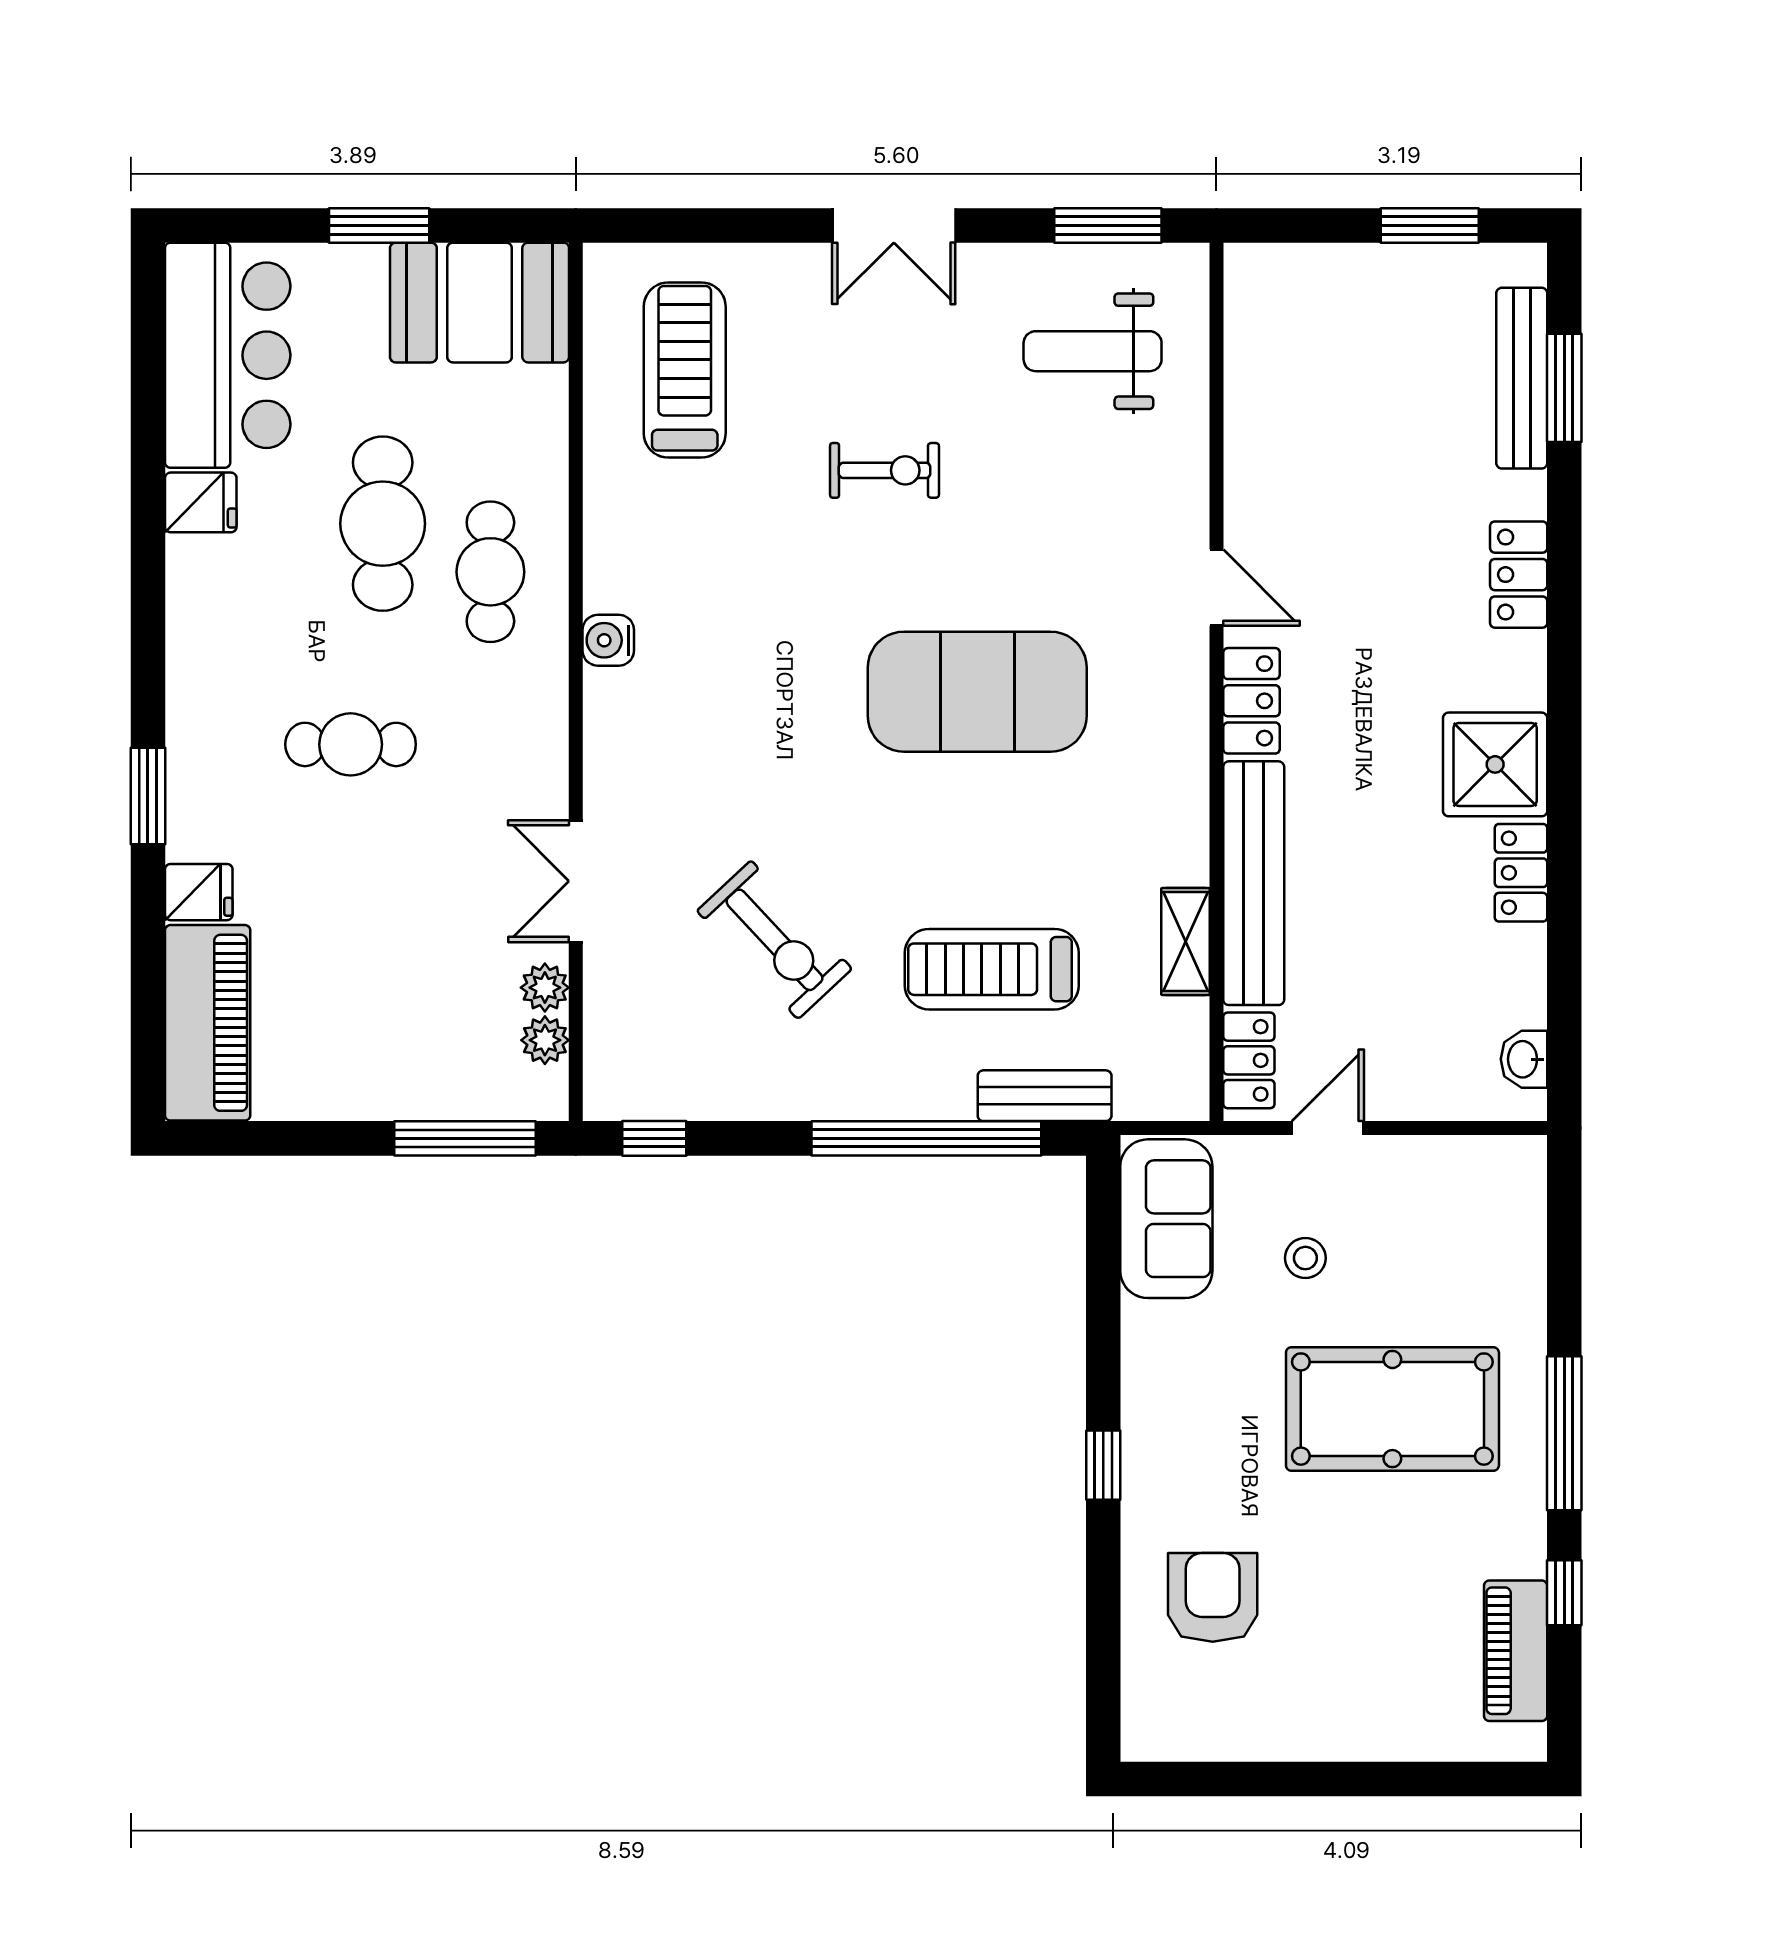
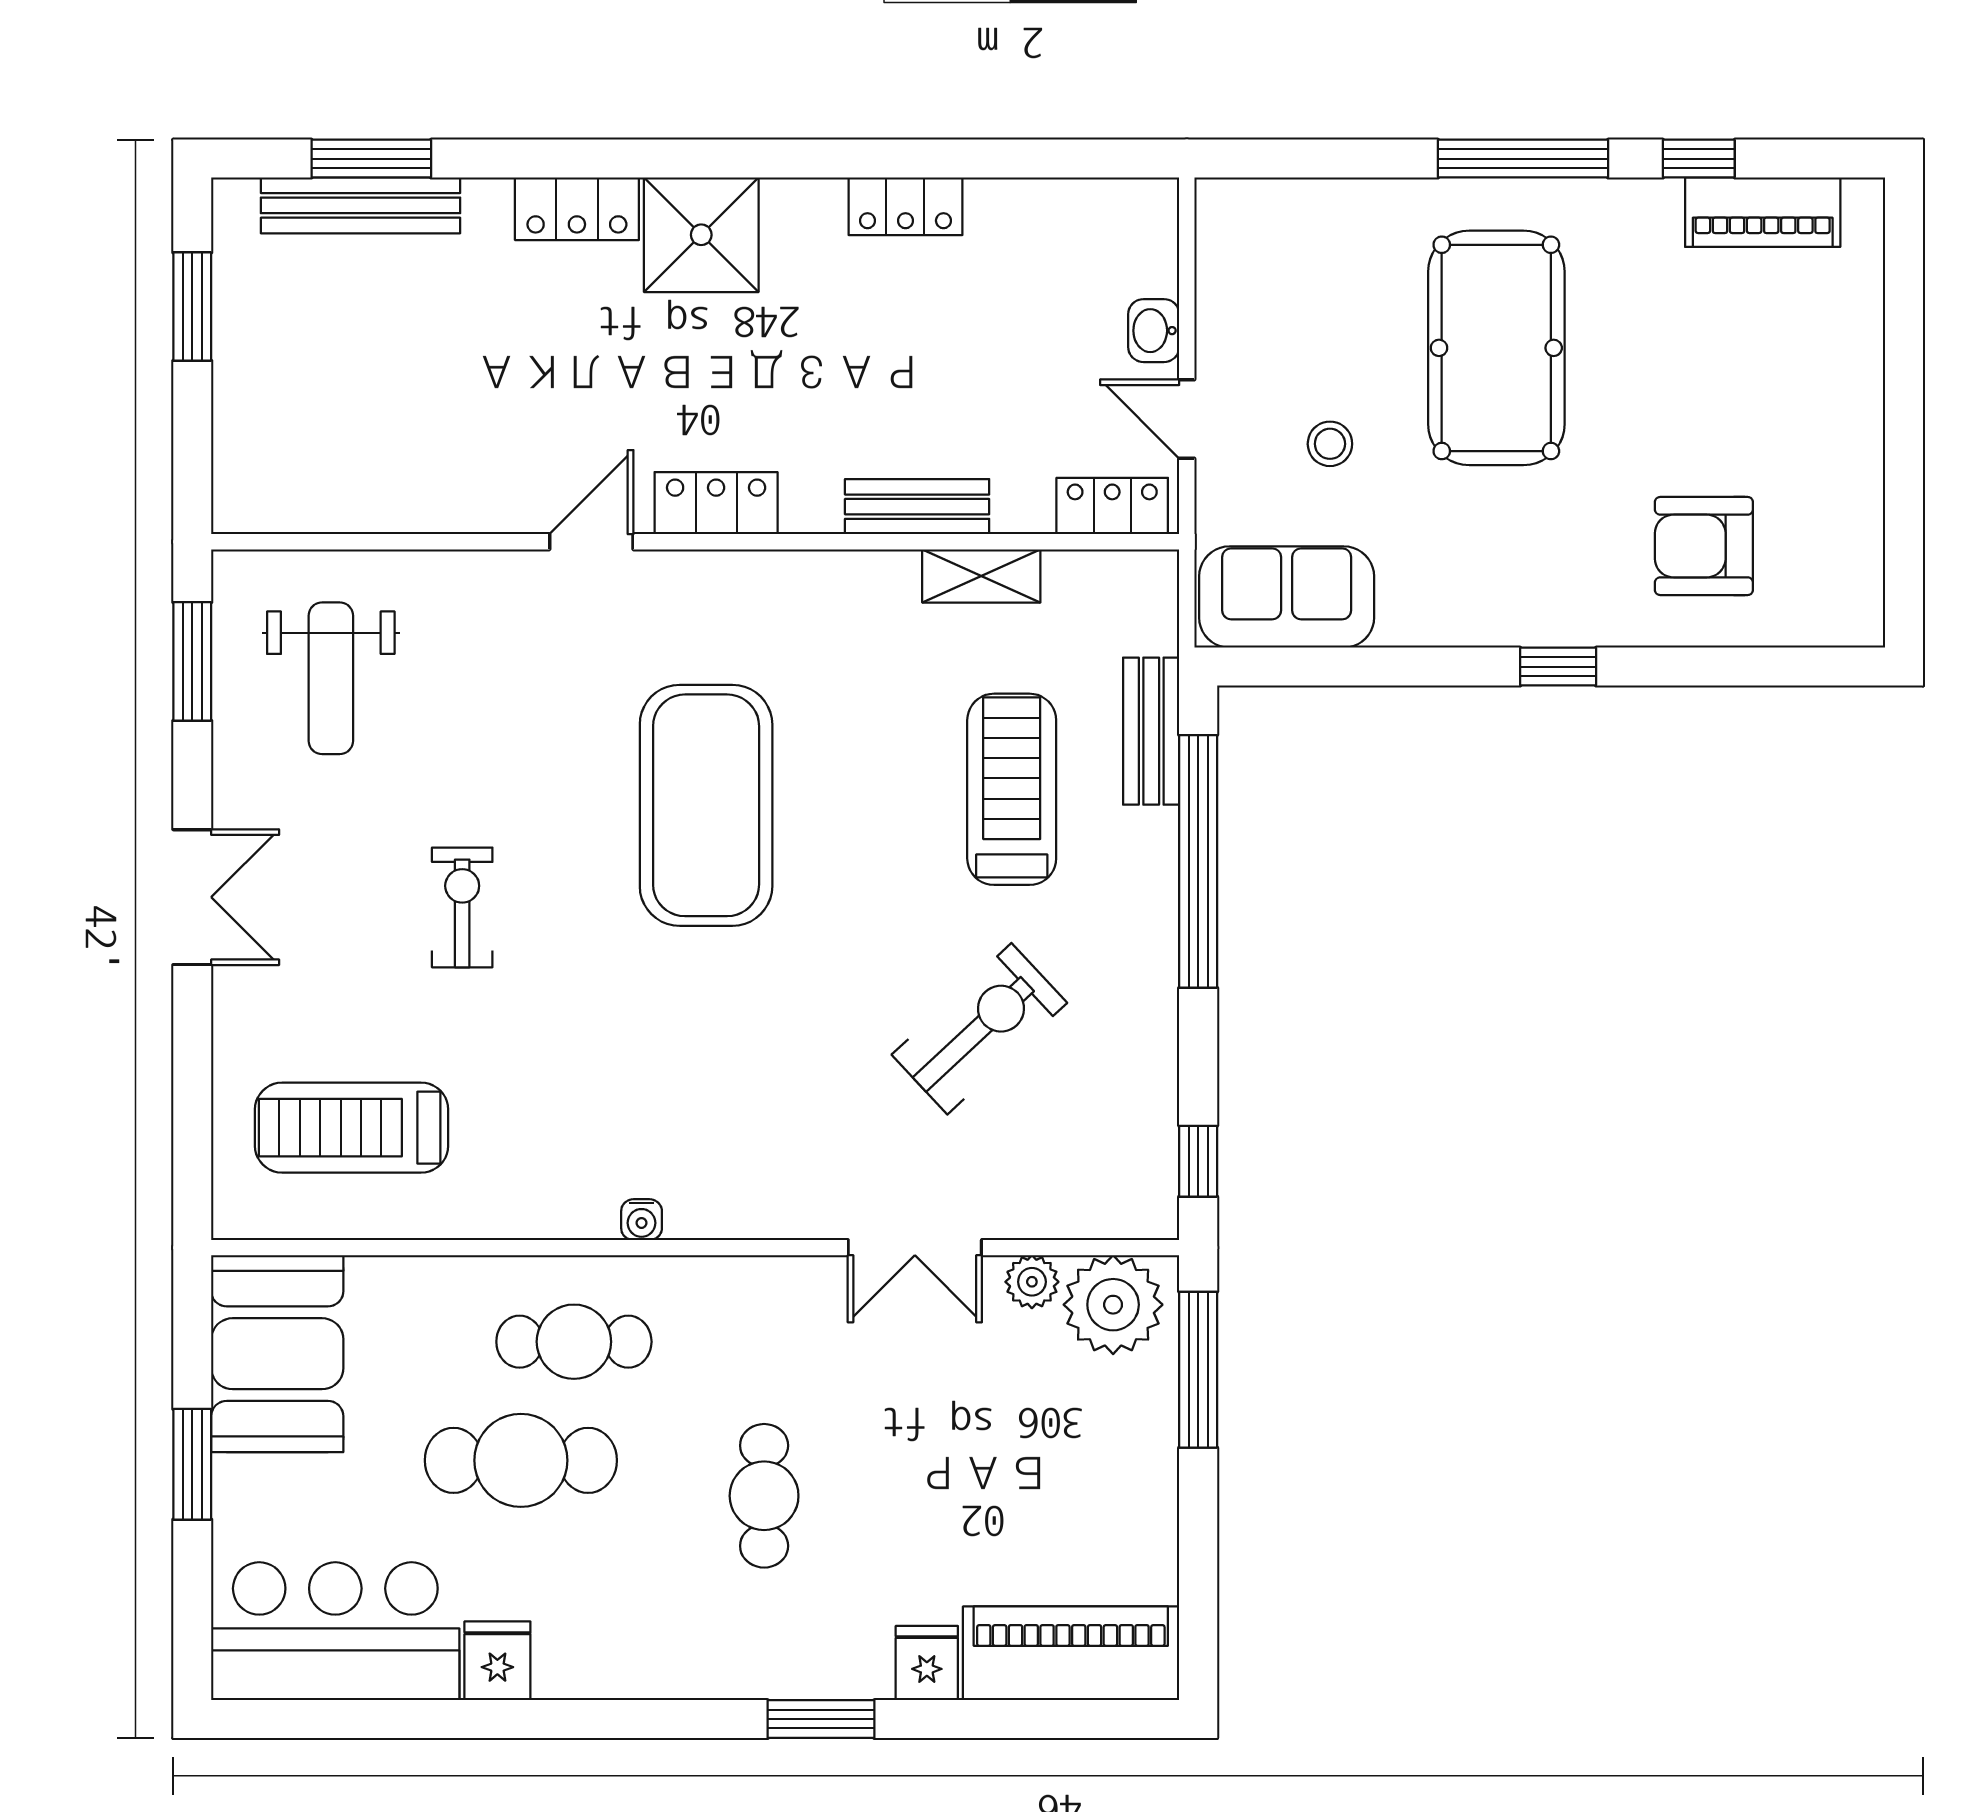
water cooler: (608, 640) -> (642, 1220), width x0.72, depth x0.72
shower: (1495, 764) -> (701, 235), moved
bench: (1254, 883) -> (917, 507), width x0.54, depth x0.82
treadmill: (992, 969) -> (1012, 789), turned 180
plant: (545, 1040) -> (1113, 1305), width x1.87, depth x1.87
washbasin: (1524, 1059) -> (1154, 331), moved, turned 90

